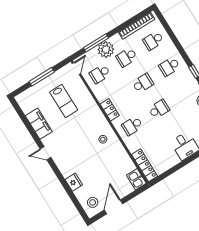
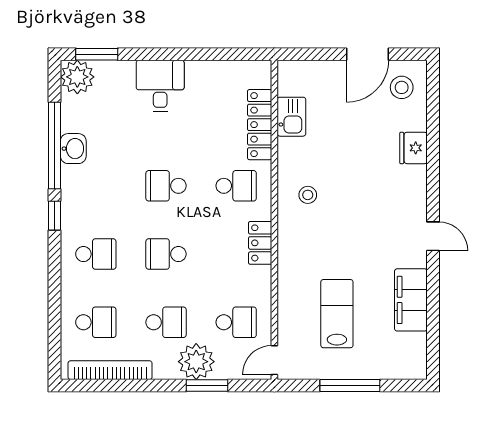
window: (96, 43) -> (207, 386), width x0.69
locker: (145, 165) -> (260, 125), moved
kitchen sink: (136, 179) -> (291, 117), moved

